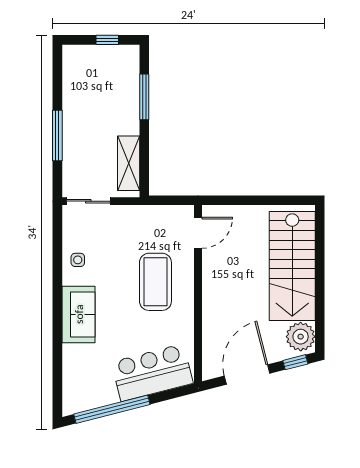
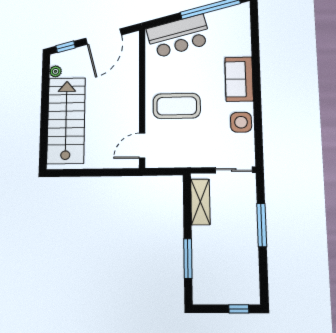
window: (107, 40) -> (239, 309), moved
side table: (78, 260) -> (241, 122), width x1.87, depth x1.87
coffee table: (155, 282) -> (177, 106), turned 90
plant: (301, 337) -> (56, 71), width x0.53, depth x0.53

